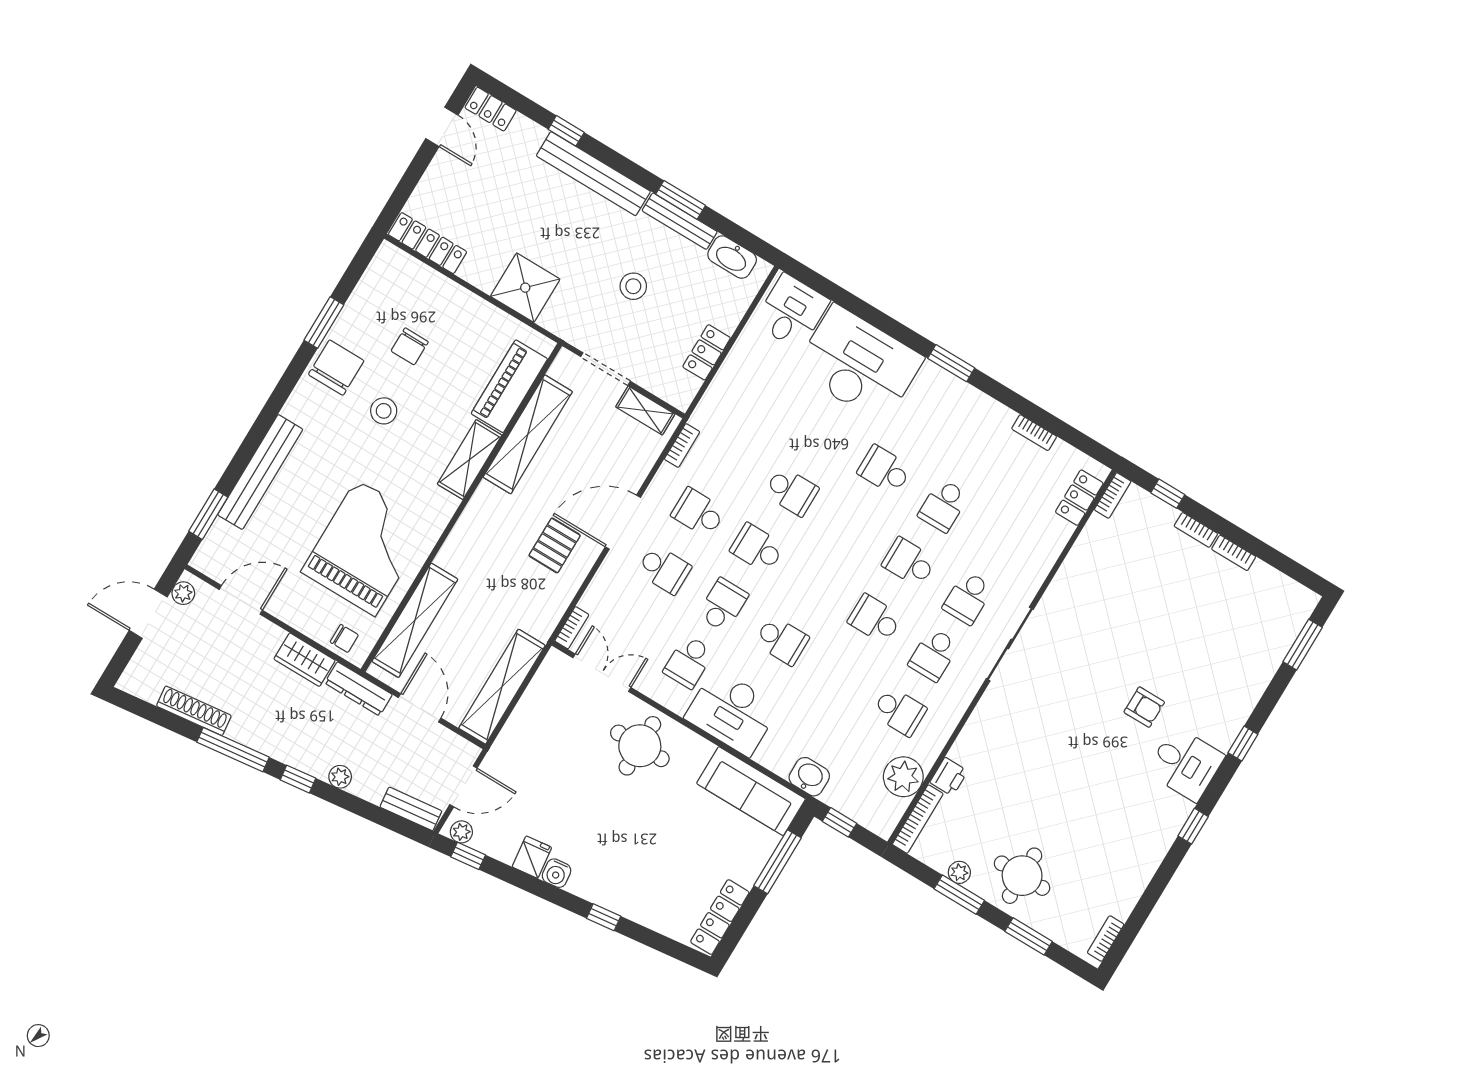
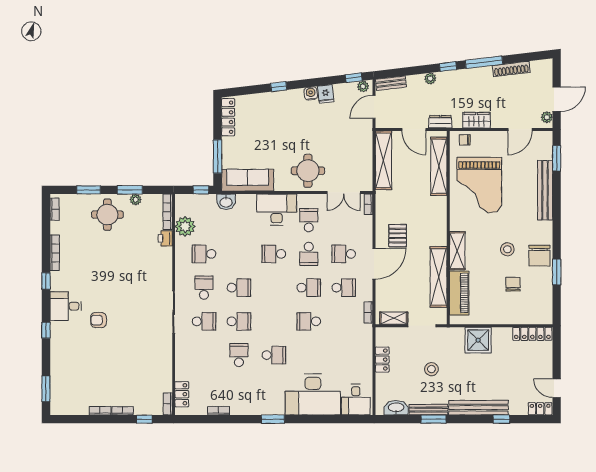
school desk: (968, 598) -> (204, 321), turned 90
dresser: (358, 689) -> (440, 122), width x0.70
bookcase: (1150, 865) -> (55, 253), added

